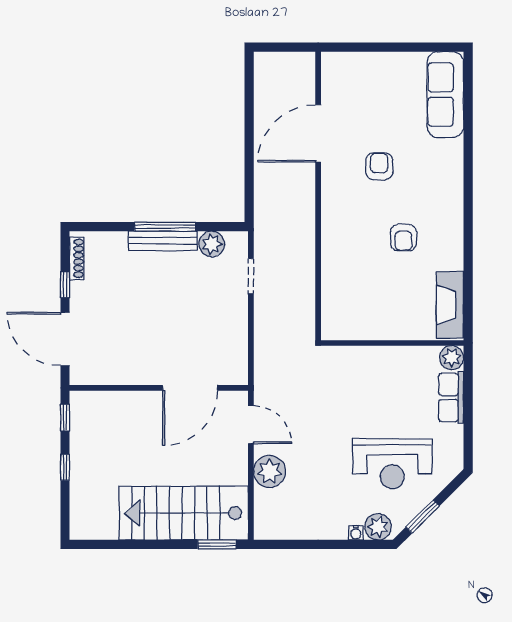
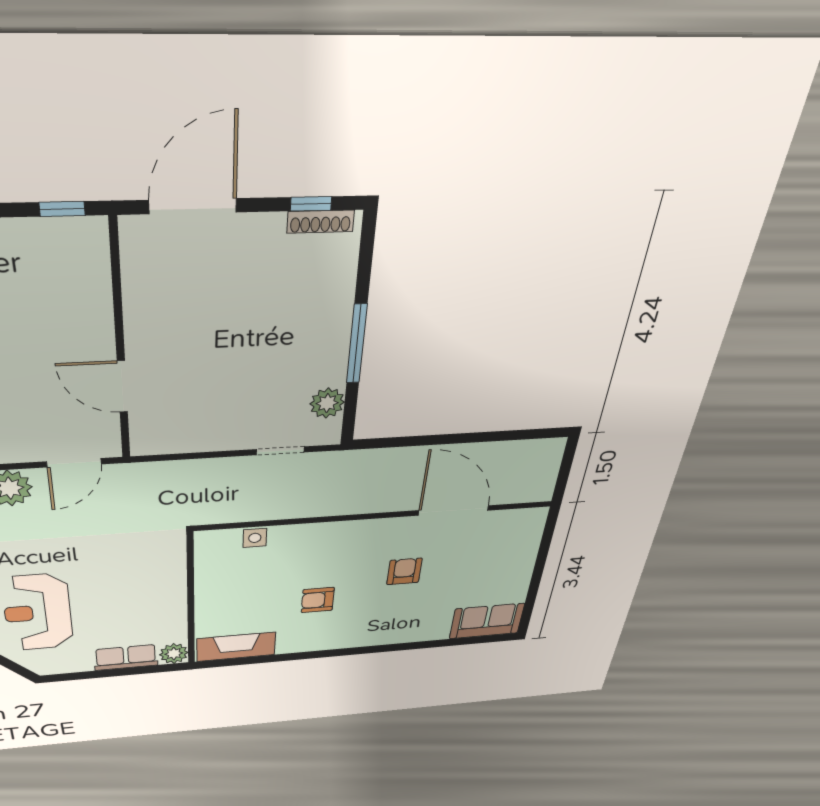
sofa: (445, 95) -> (487, 621), width x0.73
armchair: (379, 166) -> (404, 571), turned -90
bench: (163, 241) -> (337, 342), removed
window: (65, 285) -> (311, 204), moved
side table: (332, 293) -> (255, 538), added
door: (190, 388) -> (122, 387), width x0.73

